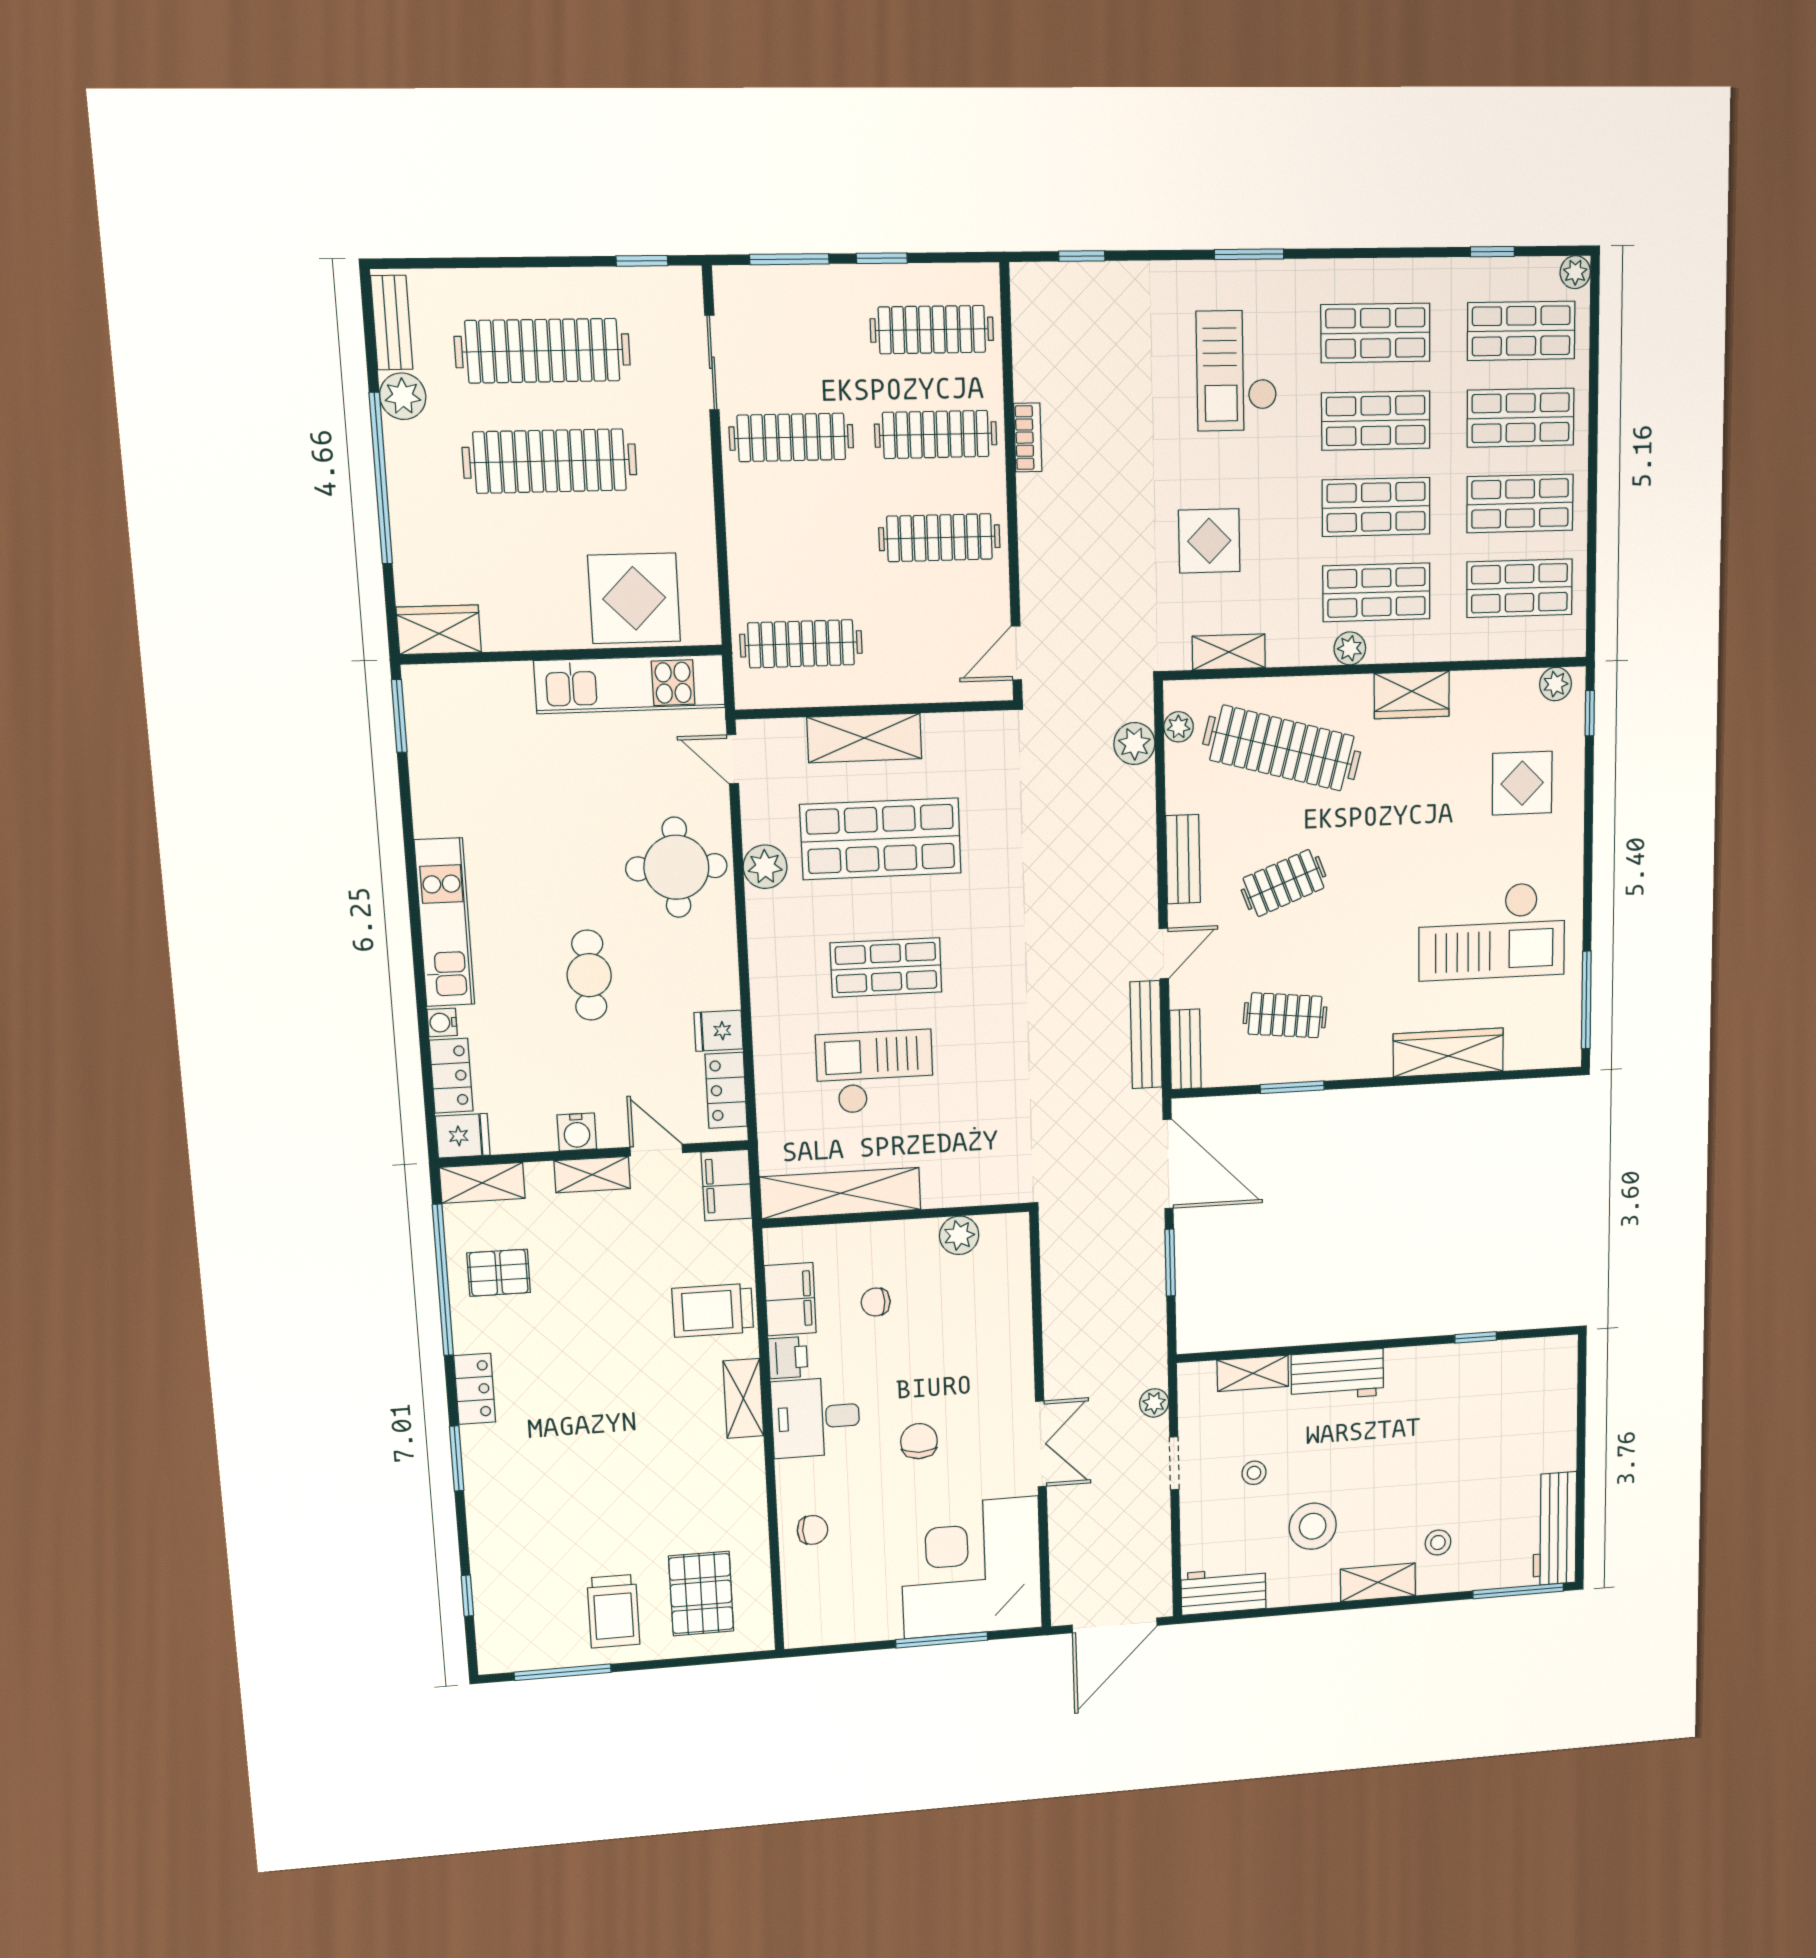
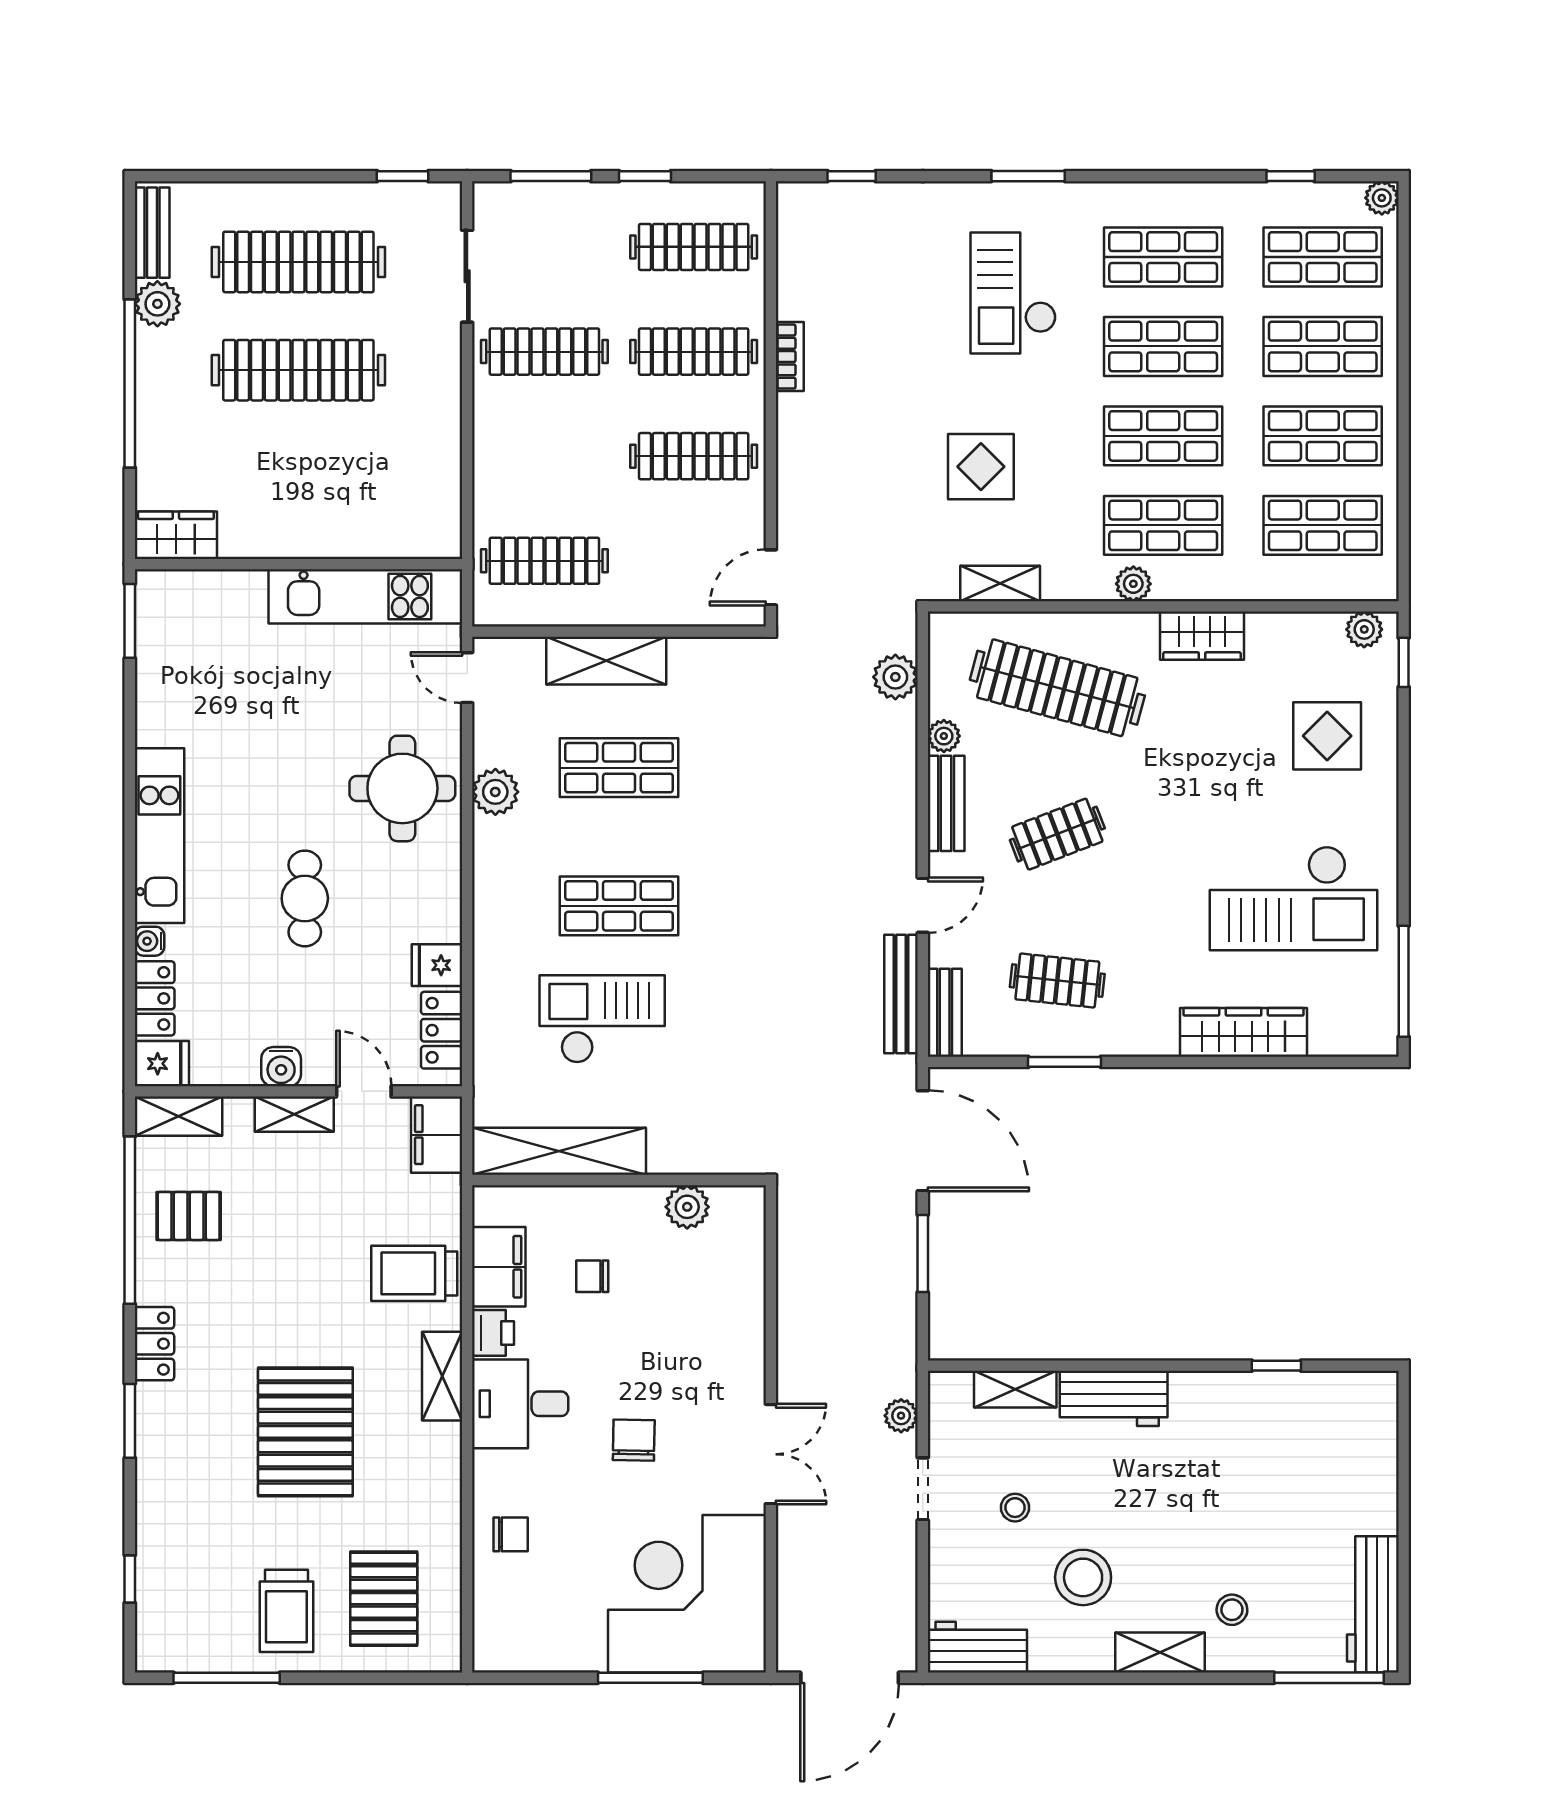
display table: (634, 598) -> (375, 509), removed
plant: (1179, 727) -> (944, 736), moved
shop shelf: (881, 839) -> (619, 768), width x0.70, depth x0.74
pallet: (621, 1456) -> (305, 1432), added

